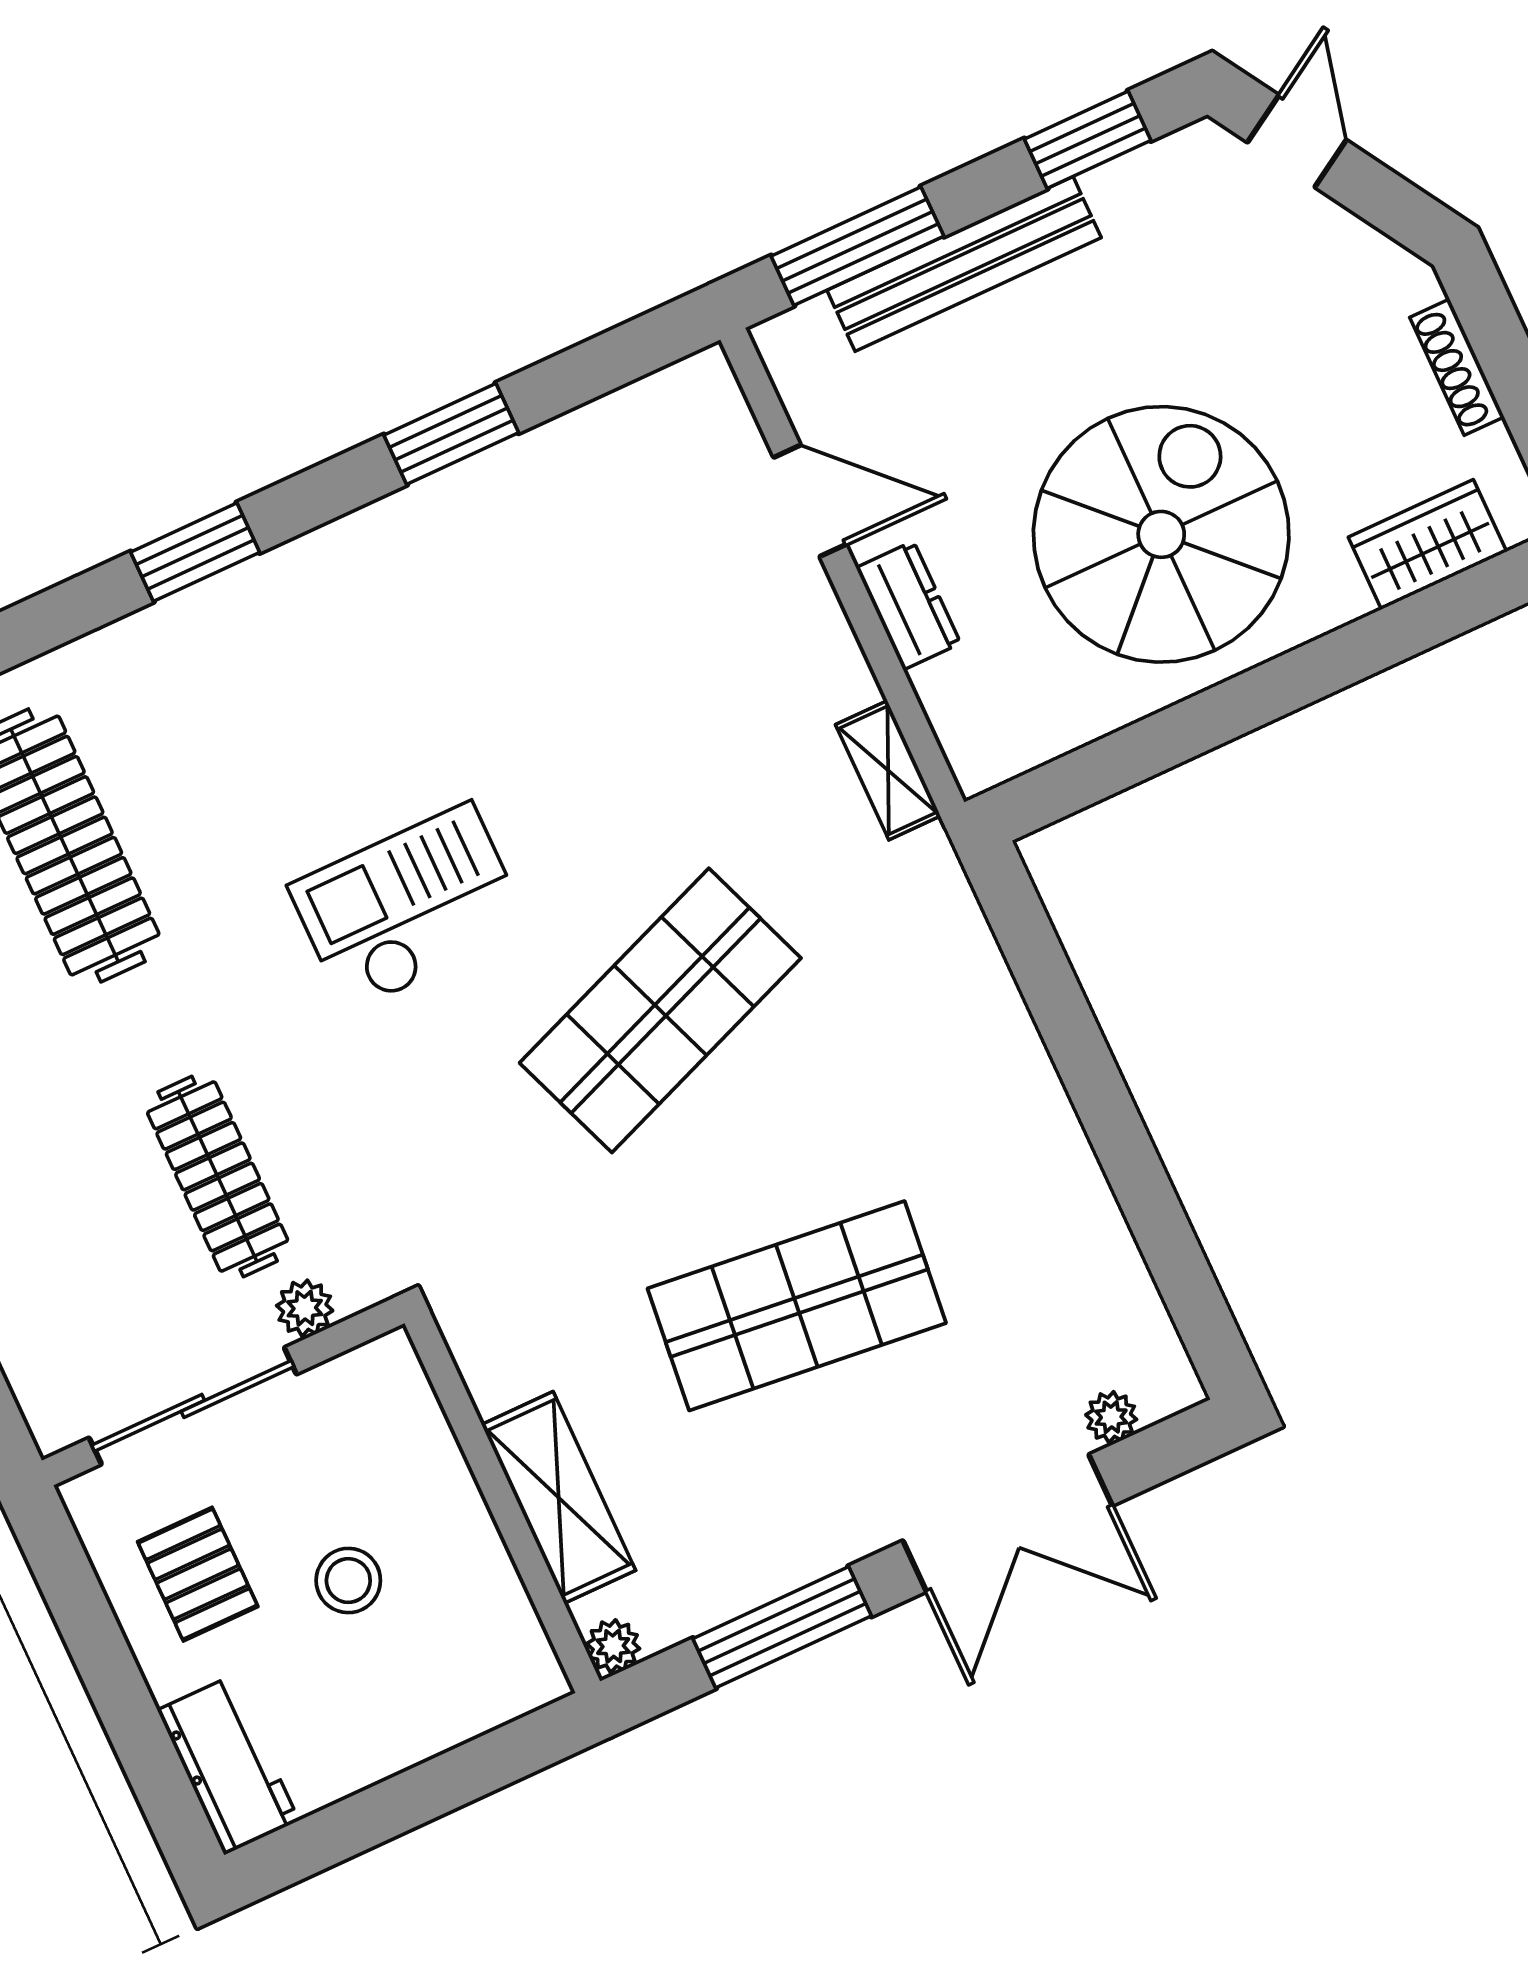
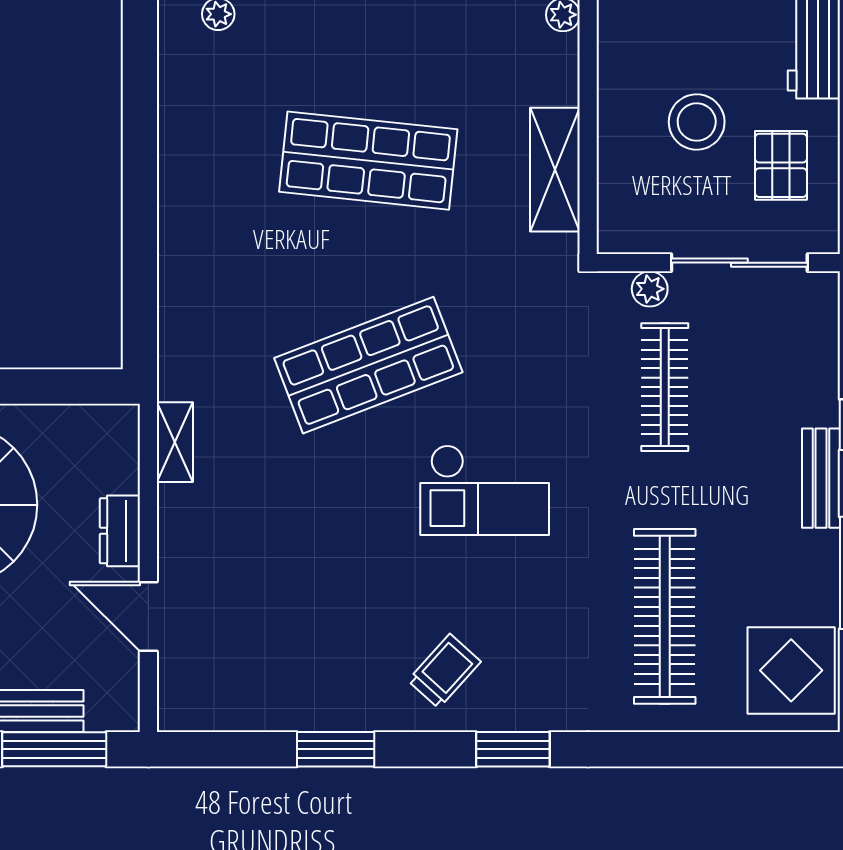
trolley: (346, 619) -> (444, 671), added
shelving: (559, 1497) -> (555, 170), moved
stool: (348, 1581) -> (697, 122), width x1.38, depth x1.38

